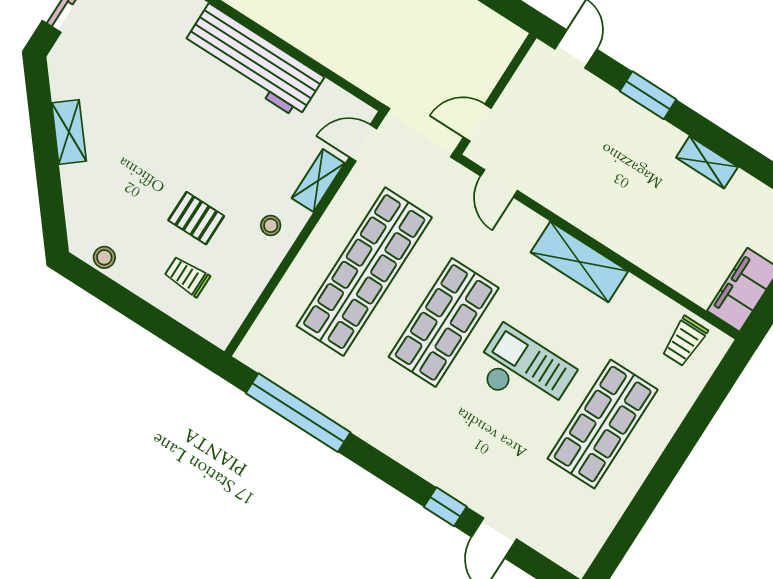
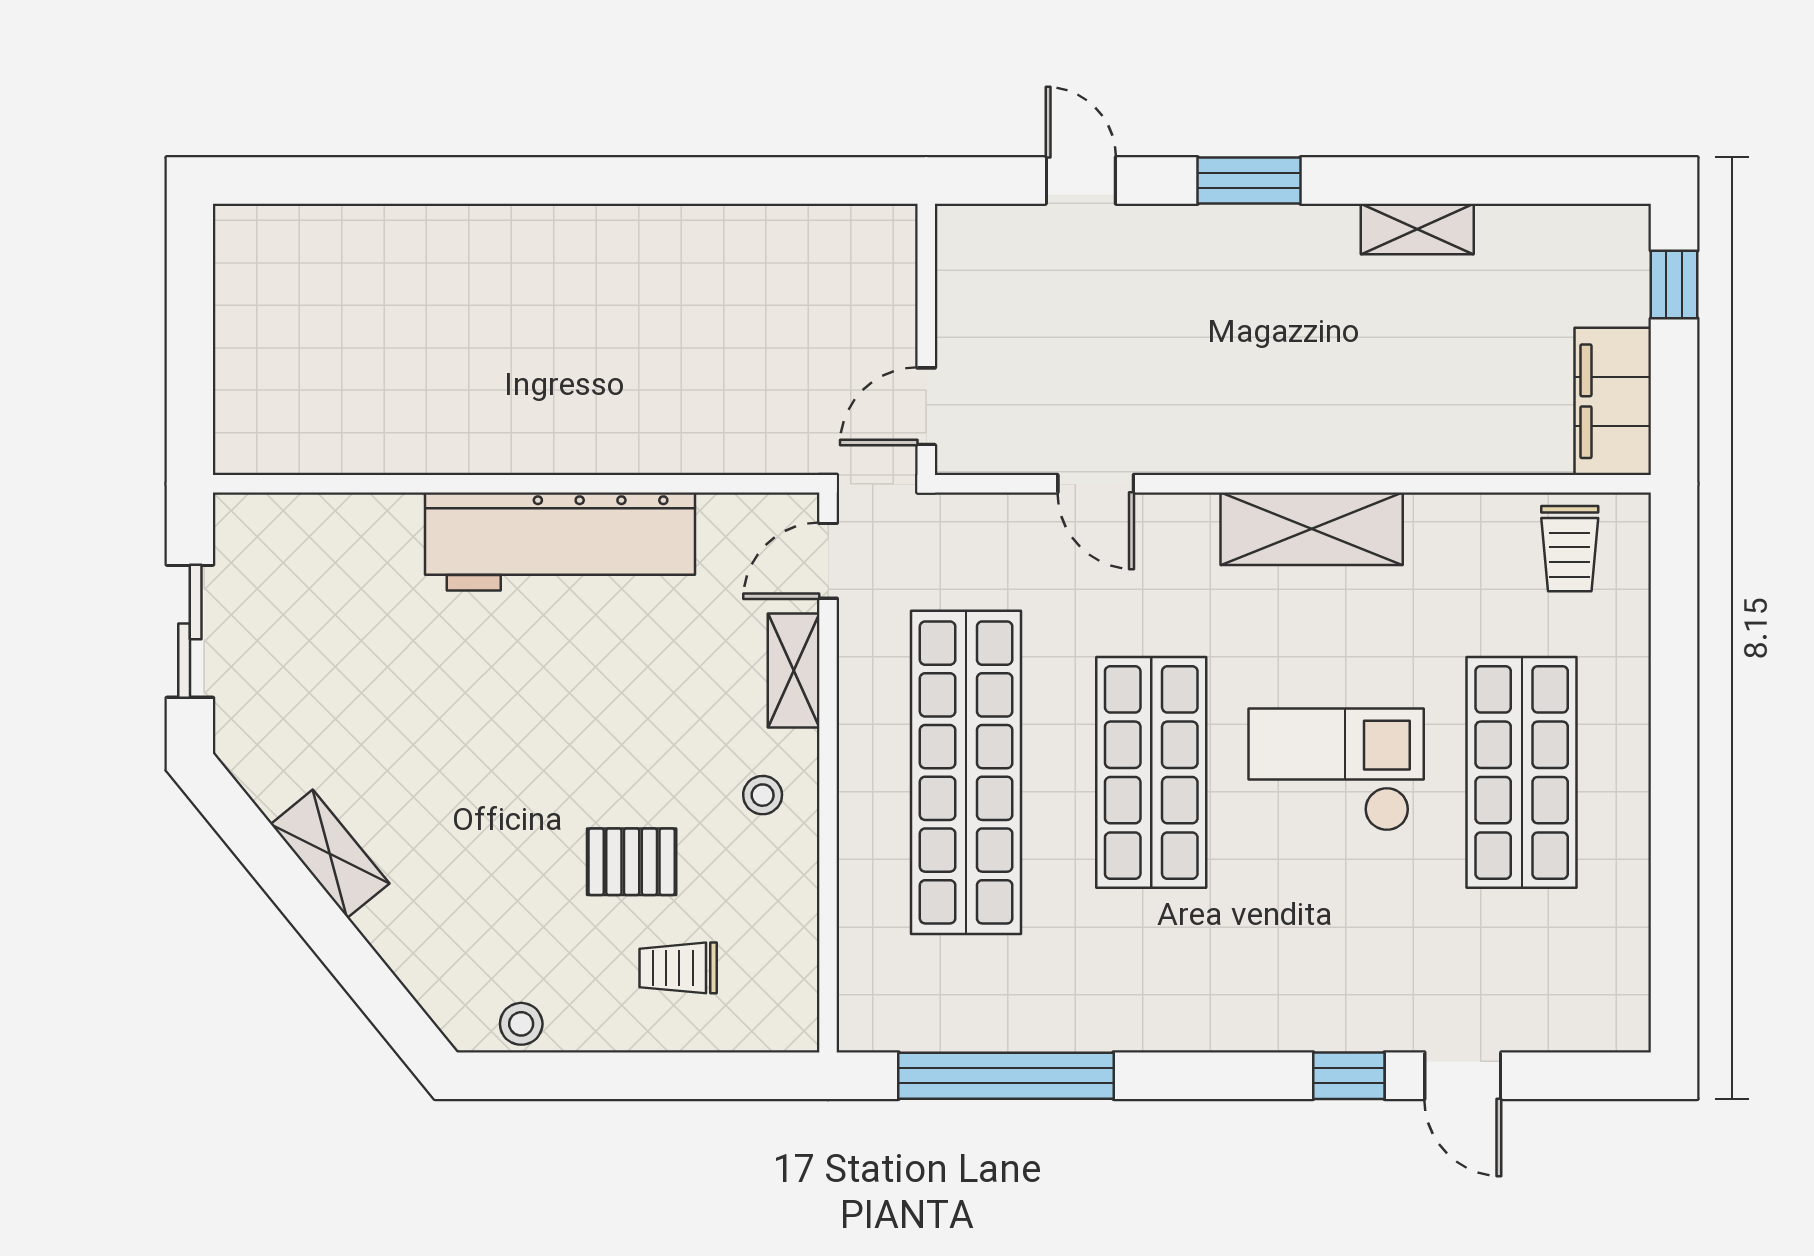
wall: (496, 94) -> (926, 339), moved
door: (477, 123) -> (926, 406), moved

